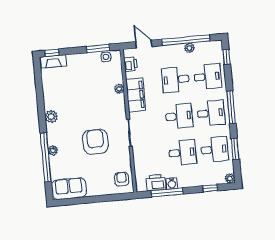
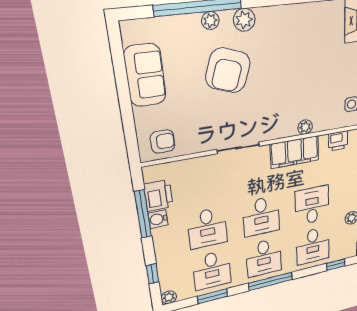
plant: (51, 117) -> (244, 20), moved
armchair: (95, 142) -> (228, 70), moved, turned 109
sofa: (69, 189) -> (145, 75), moved

